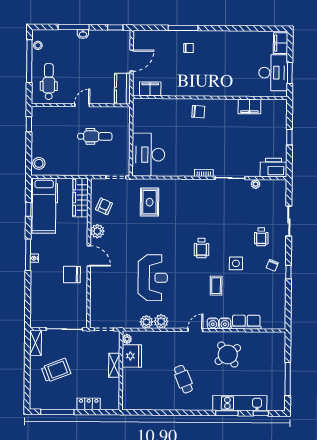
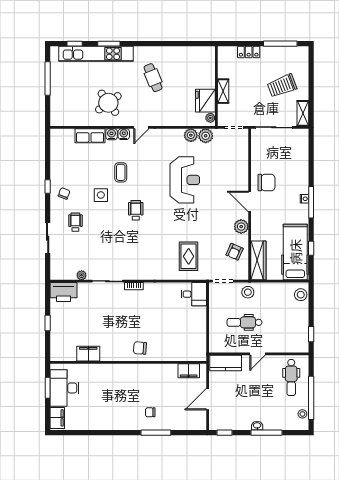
kitchen counter: (122, 89) -> (226, 363), moved, turned 90
desk: (148, 155) -> (194, 294), width x0.53, depth x0.77
stool: (91, 166) -> (248, 292), added
reception desk: (153, 278) -> (185, 180), turned 180
plant: (161, 321) -> (206, 136), moved
kitchen unit: (240, 403) -> (96, 54), width x1.36

